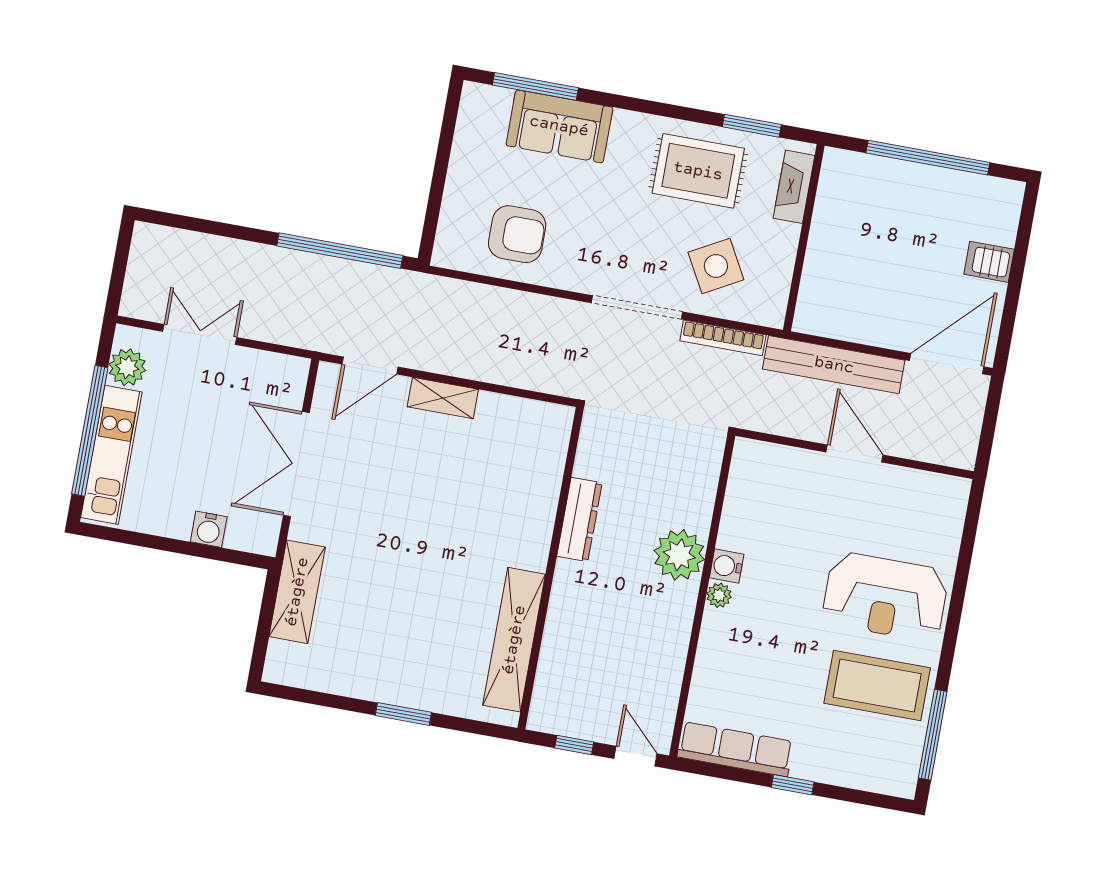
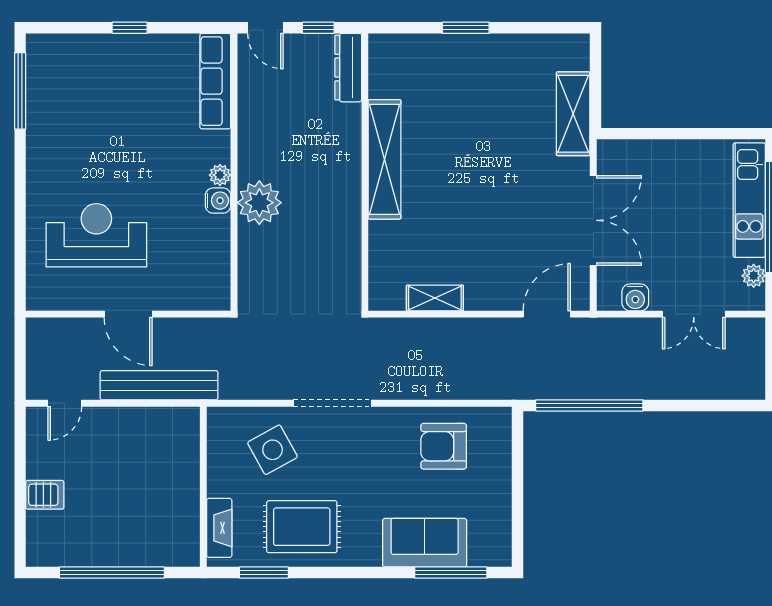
bookcase: (723, 338) -> (256, 391), removed
door: (947, 364) -> (65, 403), width x0.53
plant: (127, 367) -> (754, 276), width x0.73, depth x0.73
shelving: (443, 398) -> (435, 298), moved
dresser: (579, 520) -> (348, 68), moved
water cooler: (209, 529) -> (635, 297), moved, turned 180
reception desk: (885, 597) -> (96, 235), moved
shelving: (514, 640) -> (385, 159), moved
coffee table: (877, 686) -> (74, 124), removed
row of seats: (735, 749) -> (215, 81), moved, turned 90

